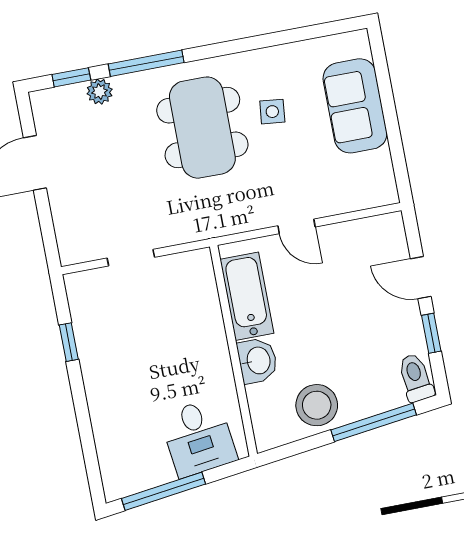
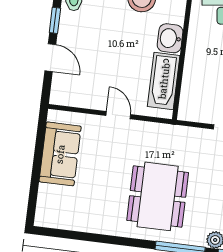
sofa: (355, 106) -> (60, 154), moved
side table: (272, 112) -> (110, 192), removed

